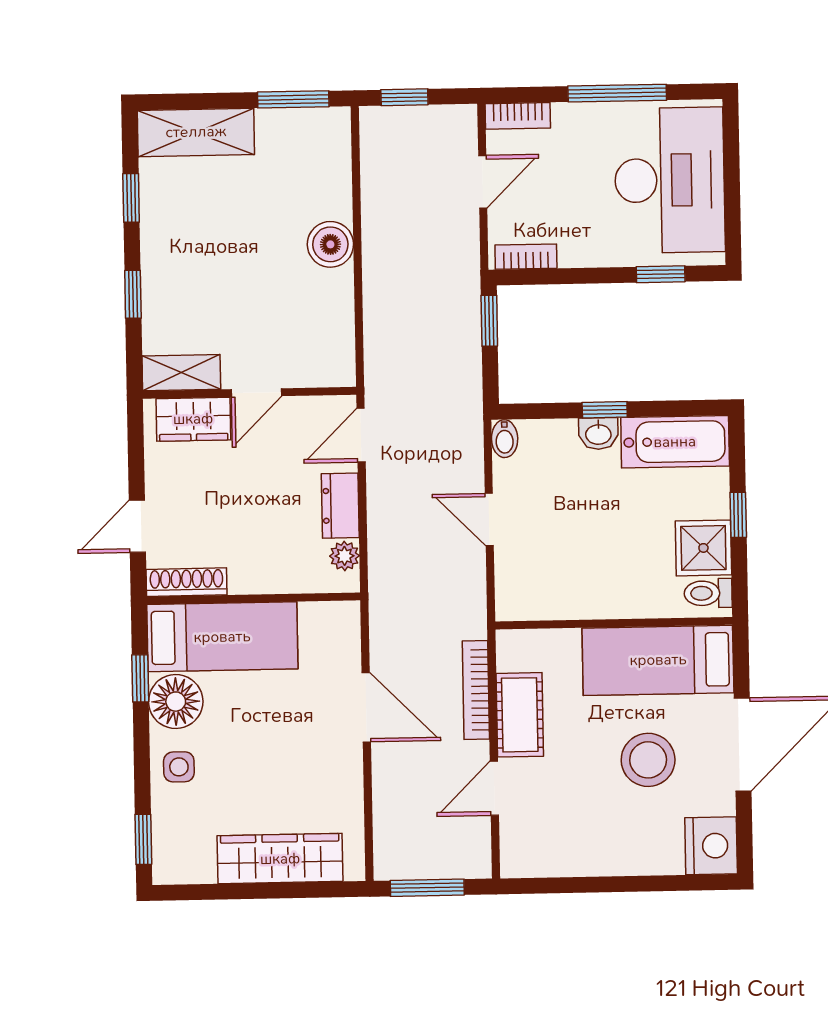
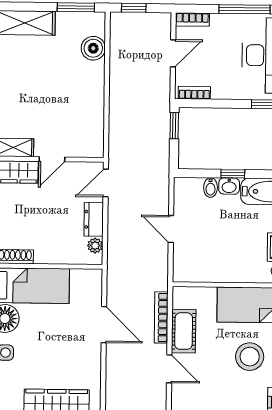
boiler: (330, 244) -> (93, 48), moved
bidet: (505, 439) -> (211, 188), moved
door: (494, 788) -> (169, 369), swing flipped

